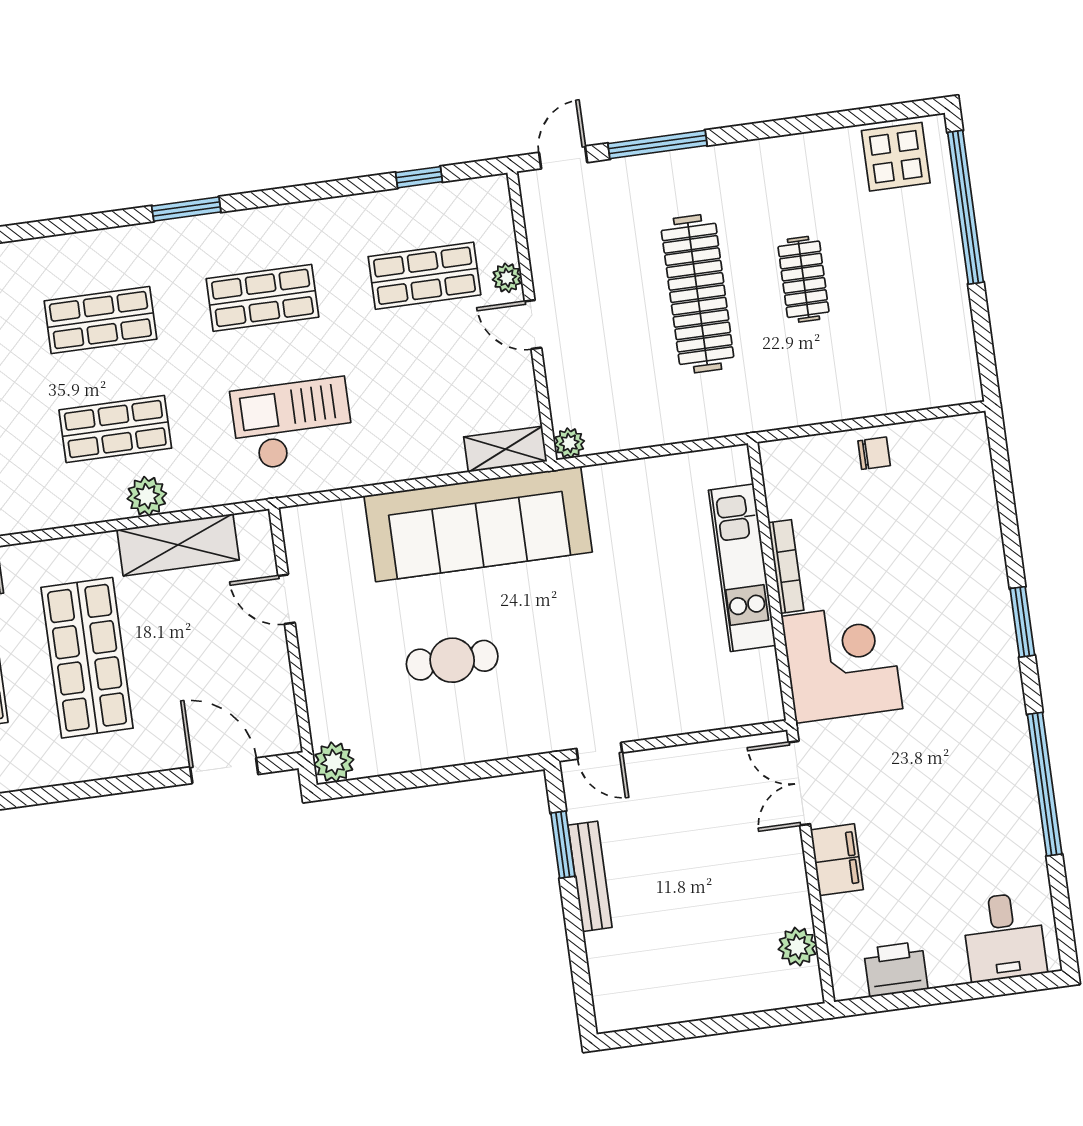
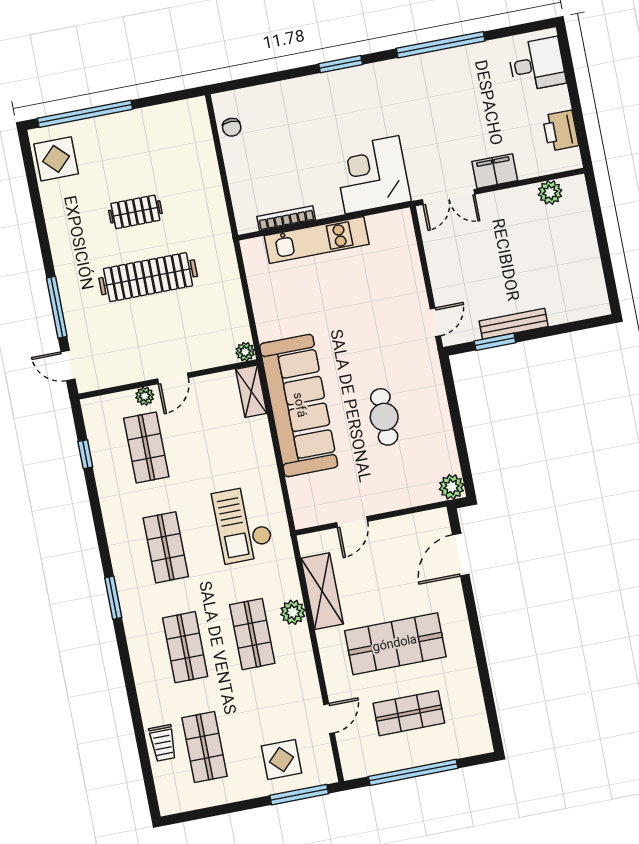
chair: (874, 453) -> (232, 127), moved, turned 180
bookcase: (786, 566) -> (286, 218), moved

